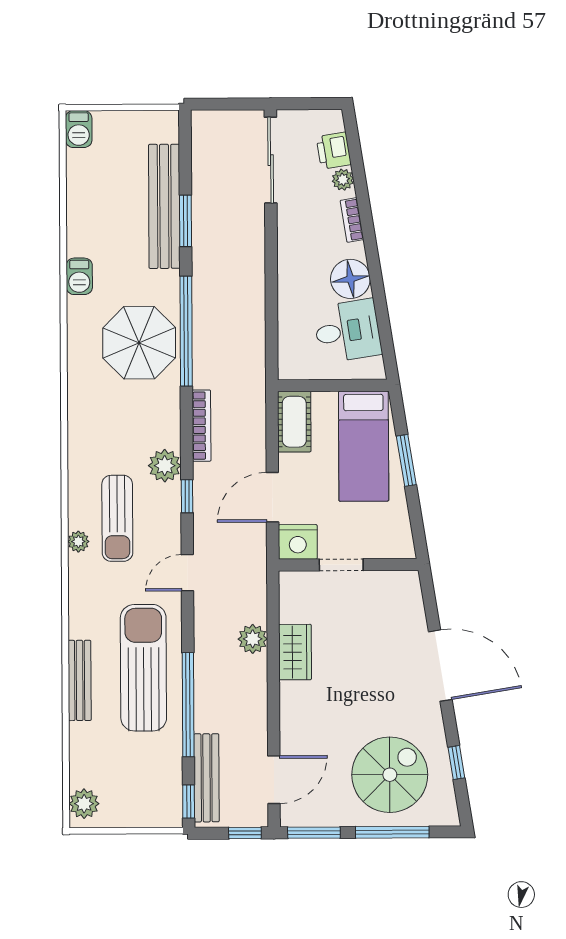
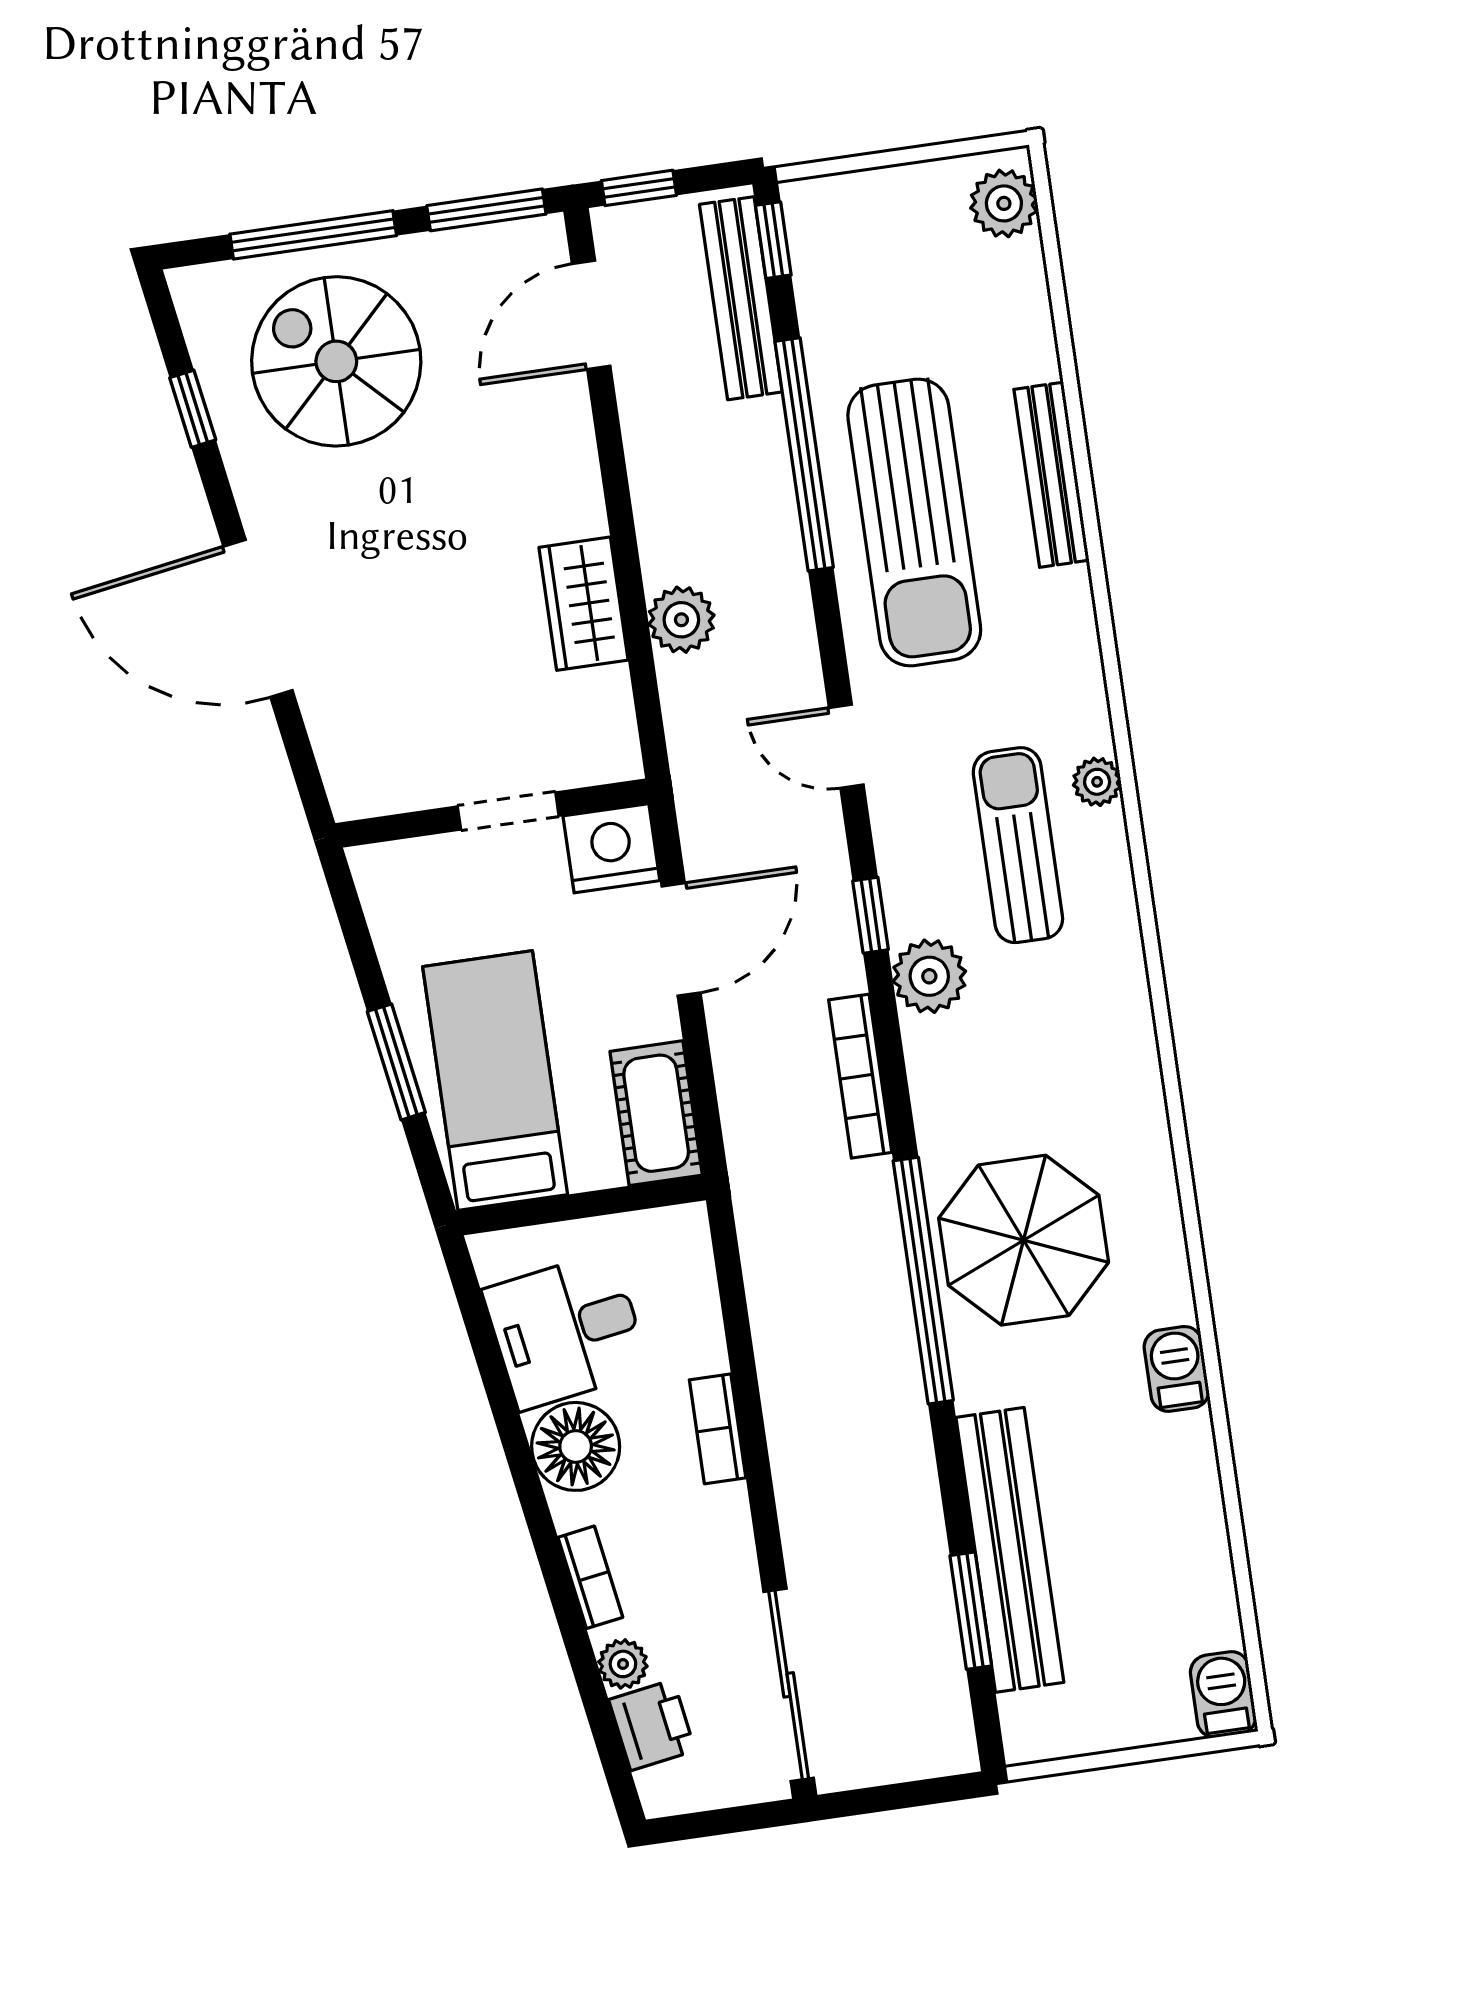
window: (186, 221) -> (971, 1611), moved
bookcase: (286, 278) -> (718, 1429), added
door: (187, 573) -> (846, 746), swing flipped
spiral stairs: (390, 775) -> (336, 361), turned 90

